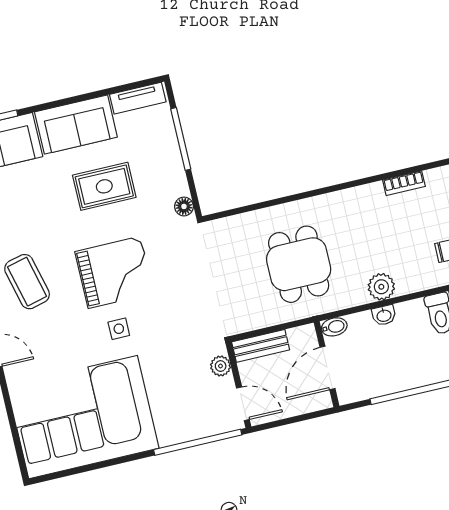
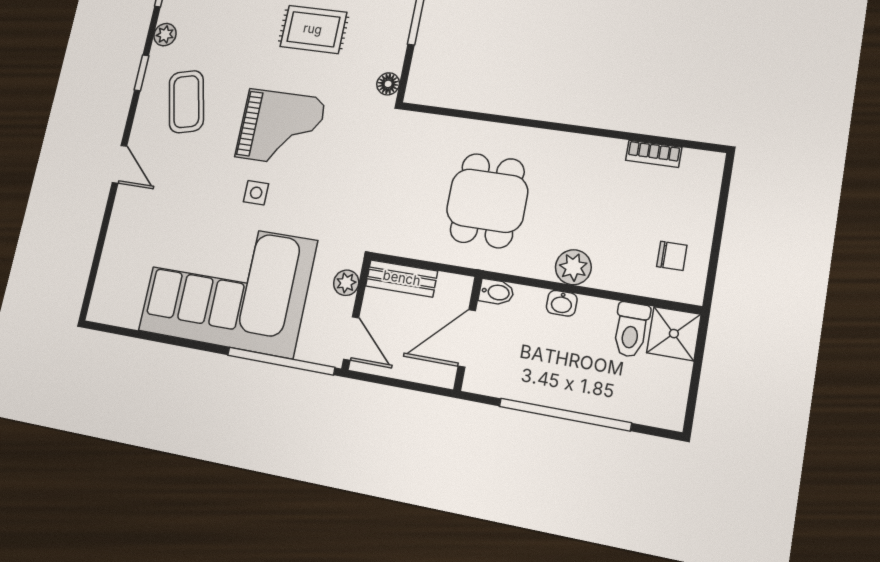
corner sofa: (83, 417) -> (228, 286), moved

